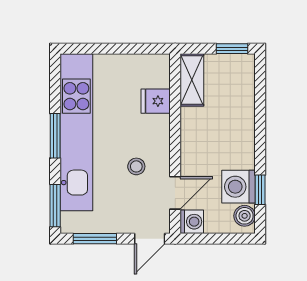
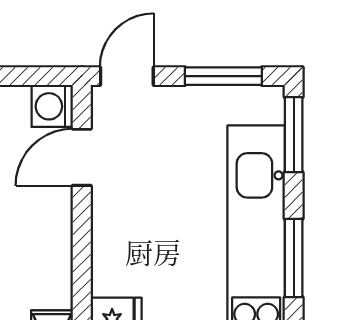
stool: (136, 166) -> (150, 204), removed

